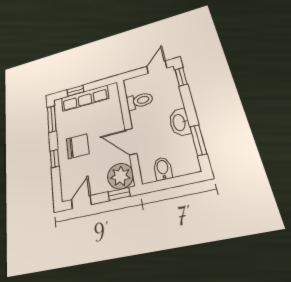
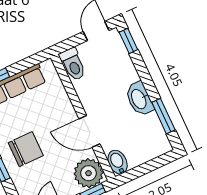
toilet: (140, 101) -> (73, 64), moved, turned 90
bidet: (163, 169) -> (118, 162), moved

